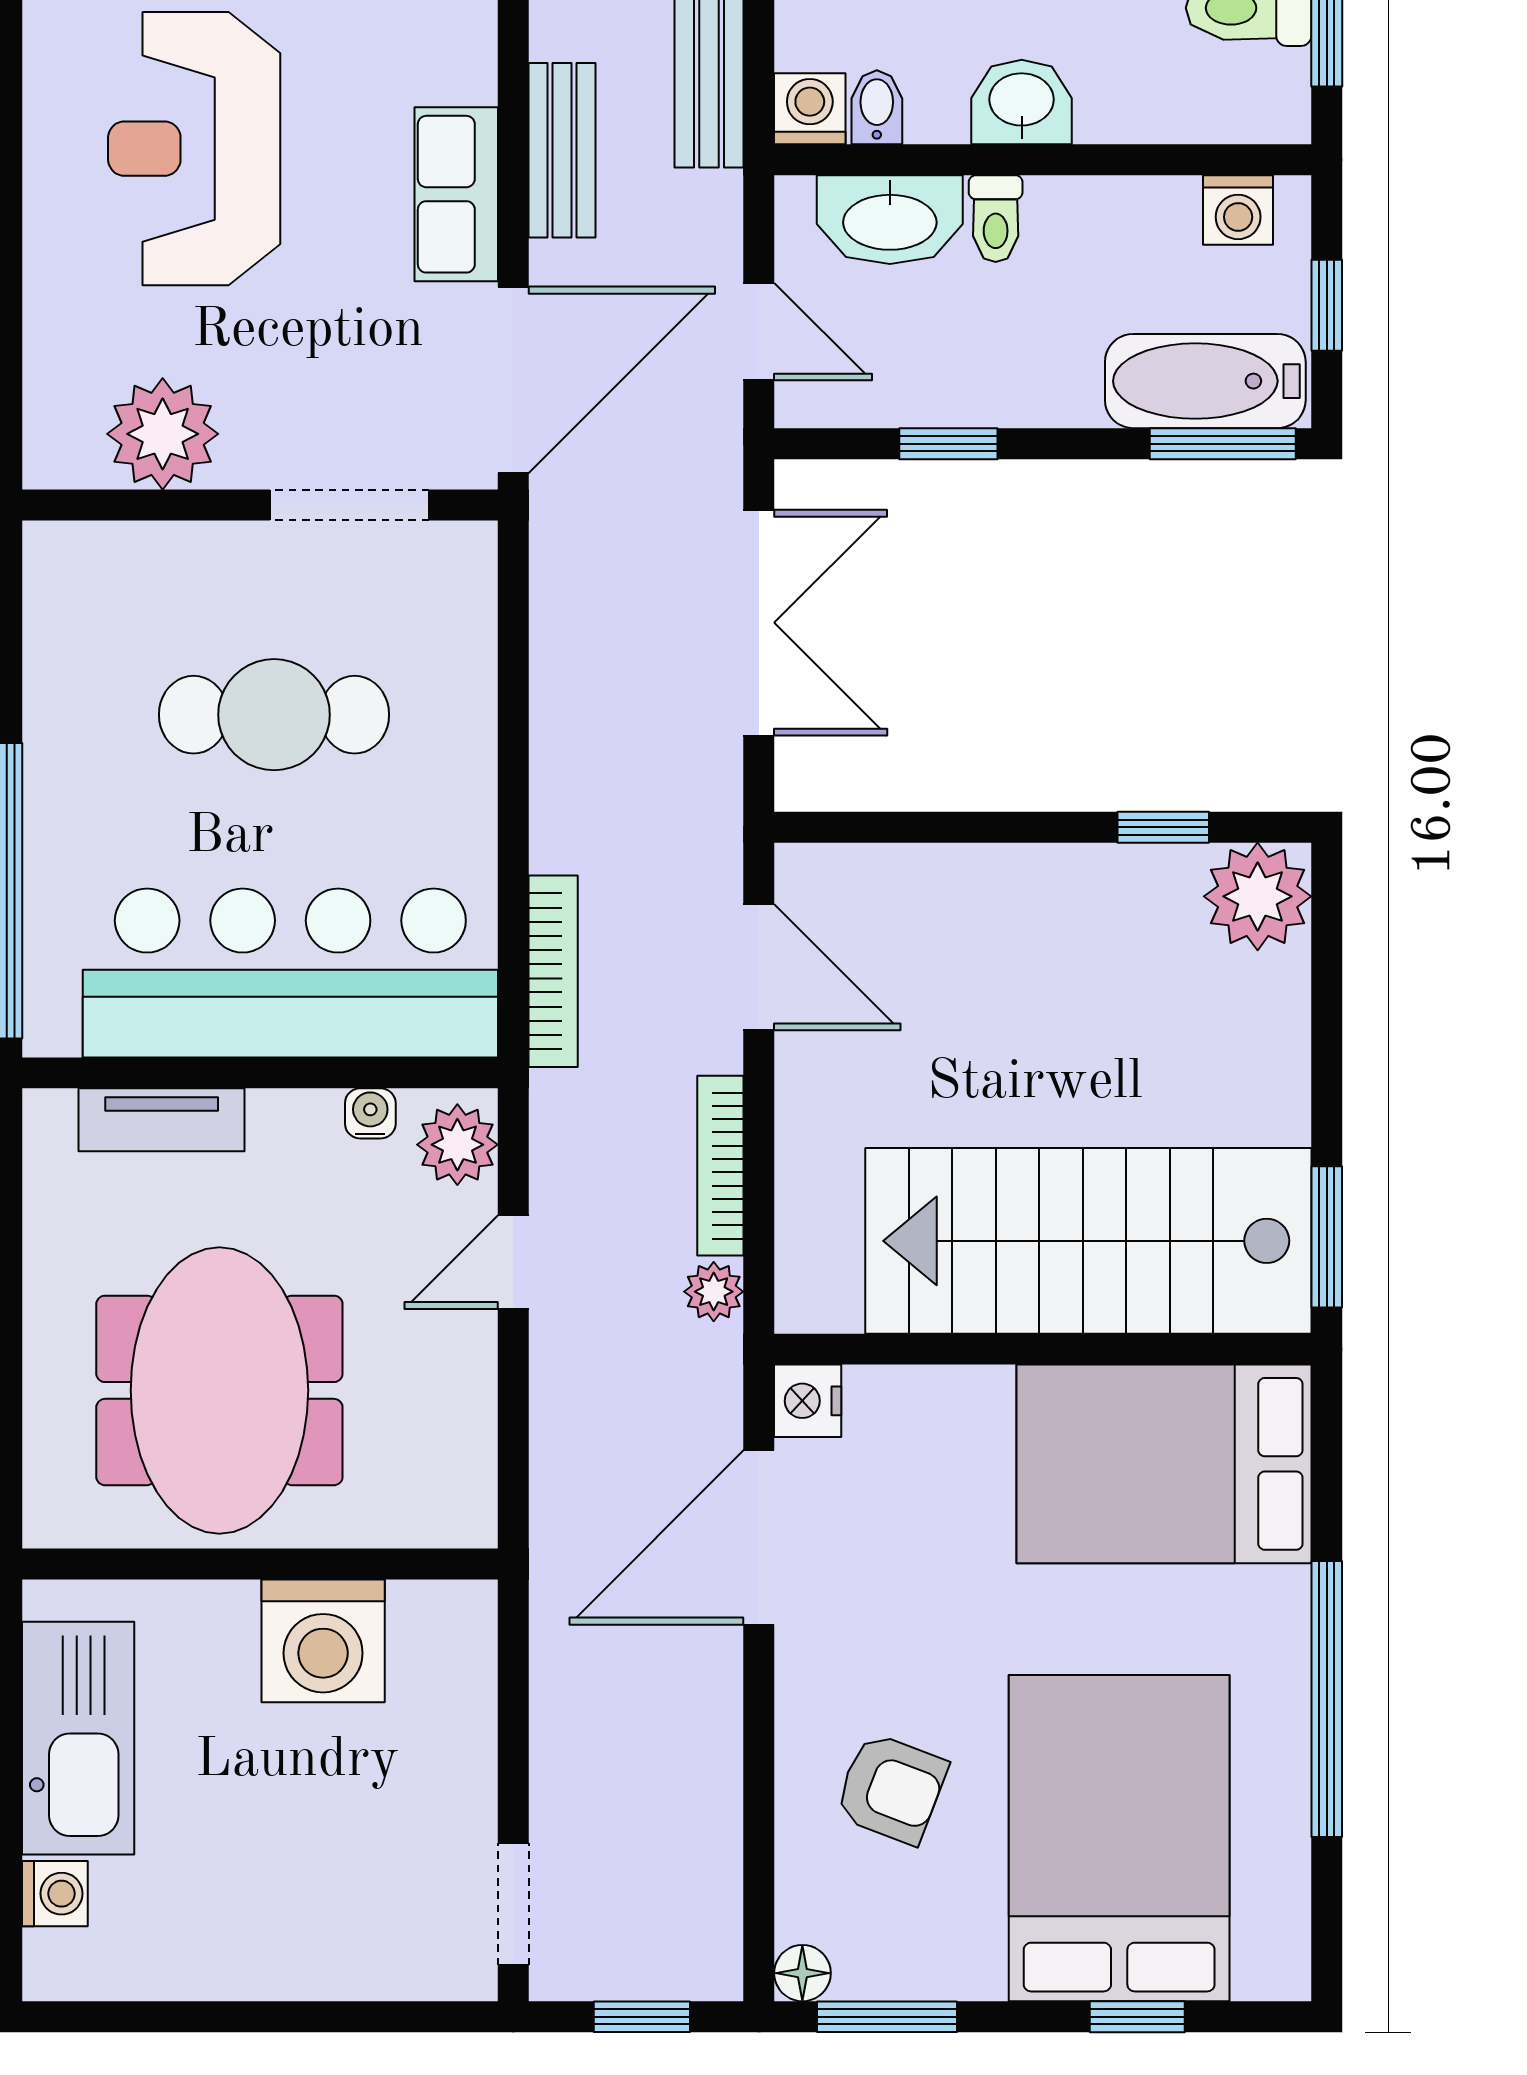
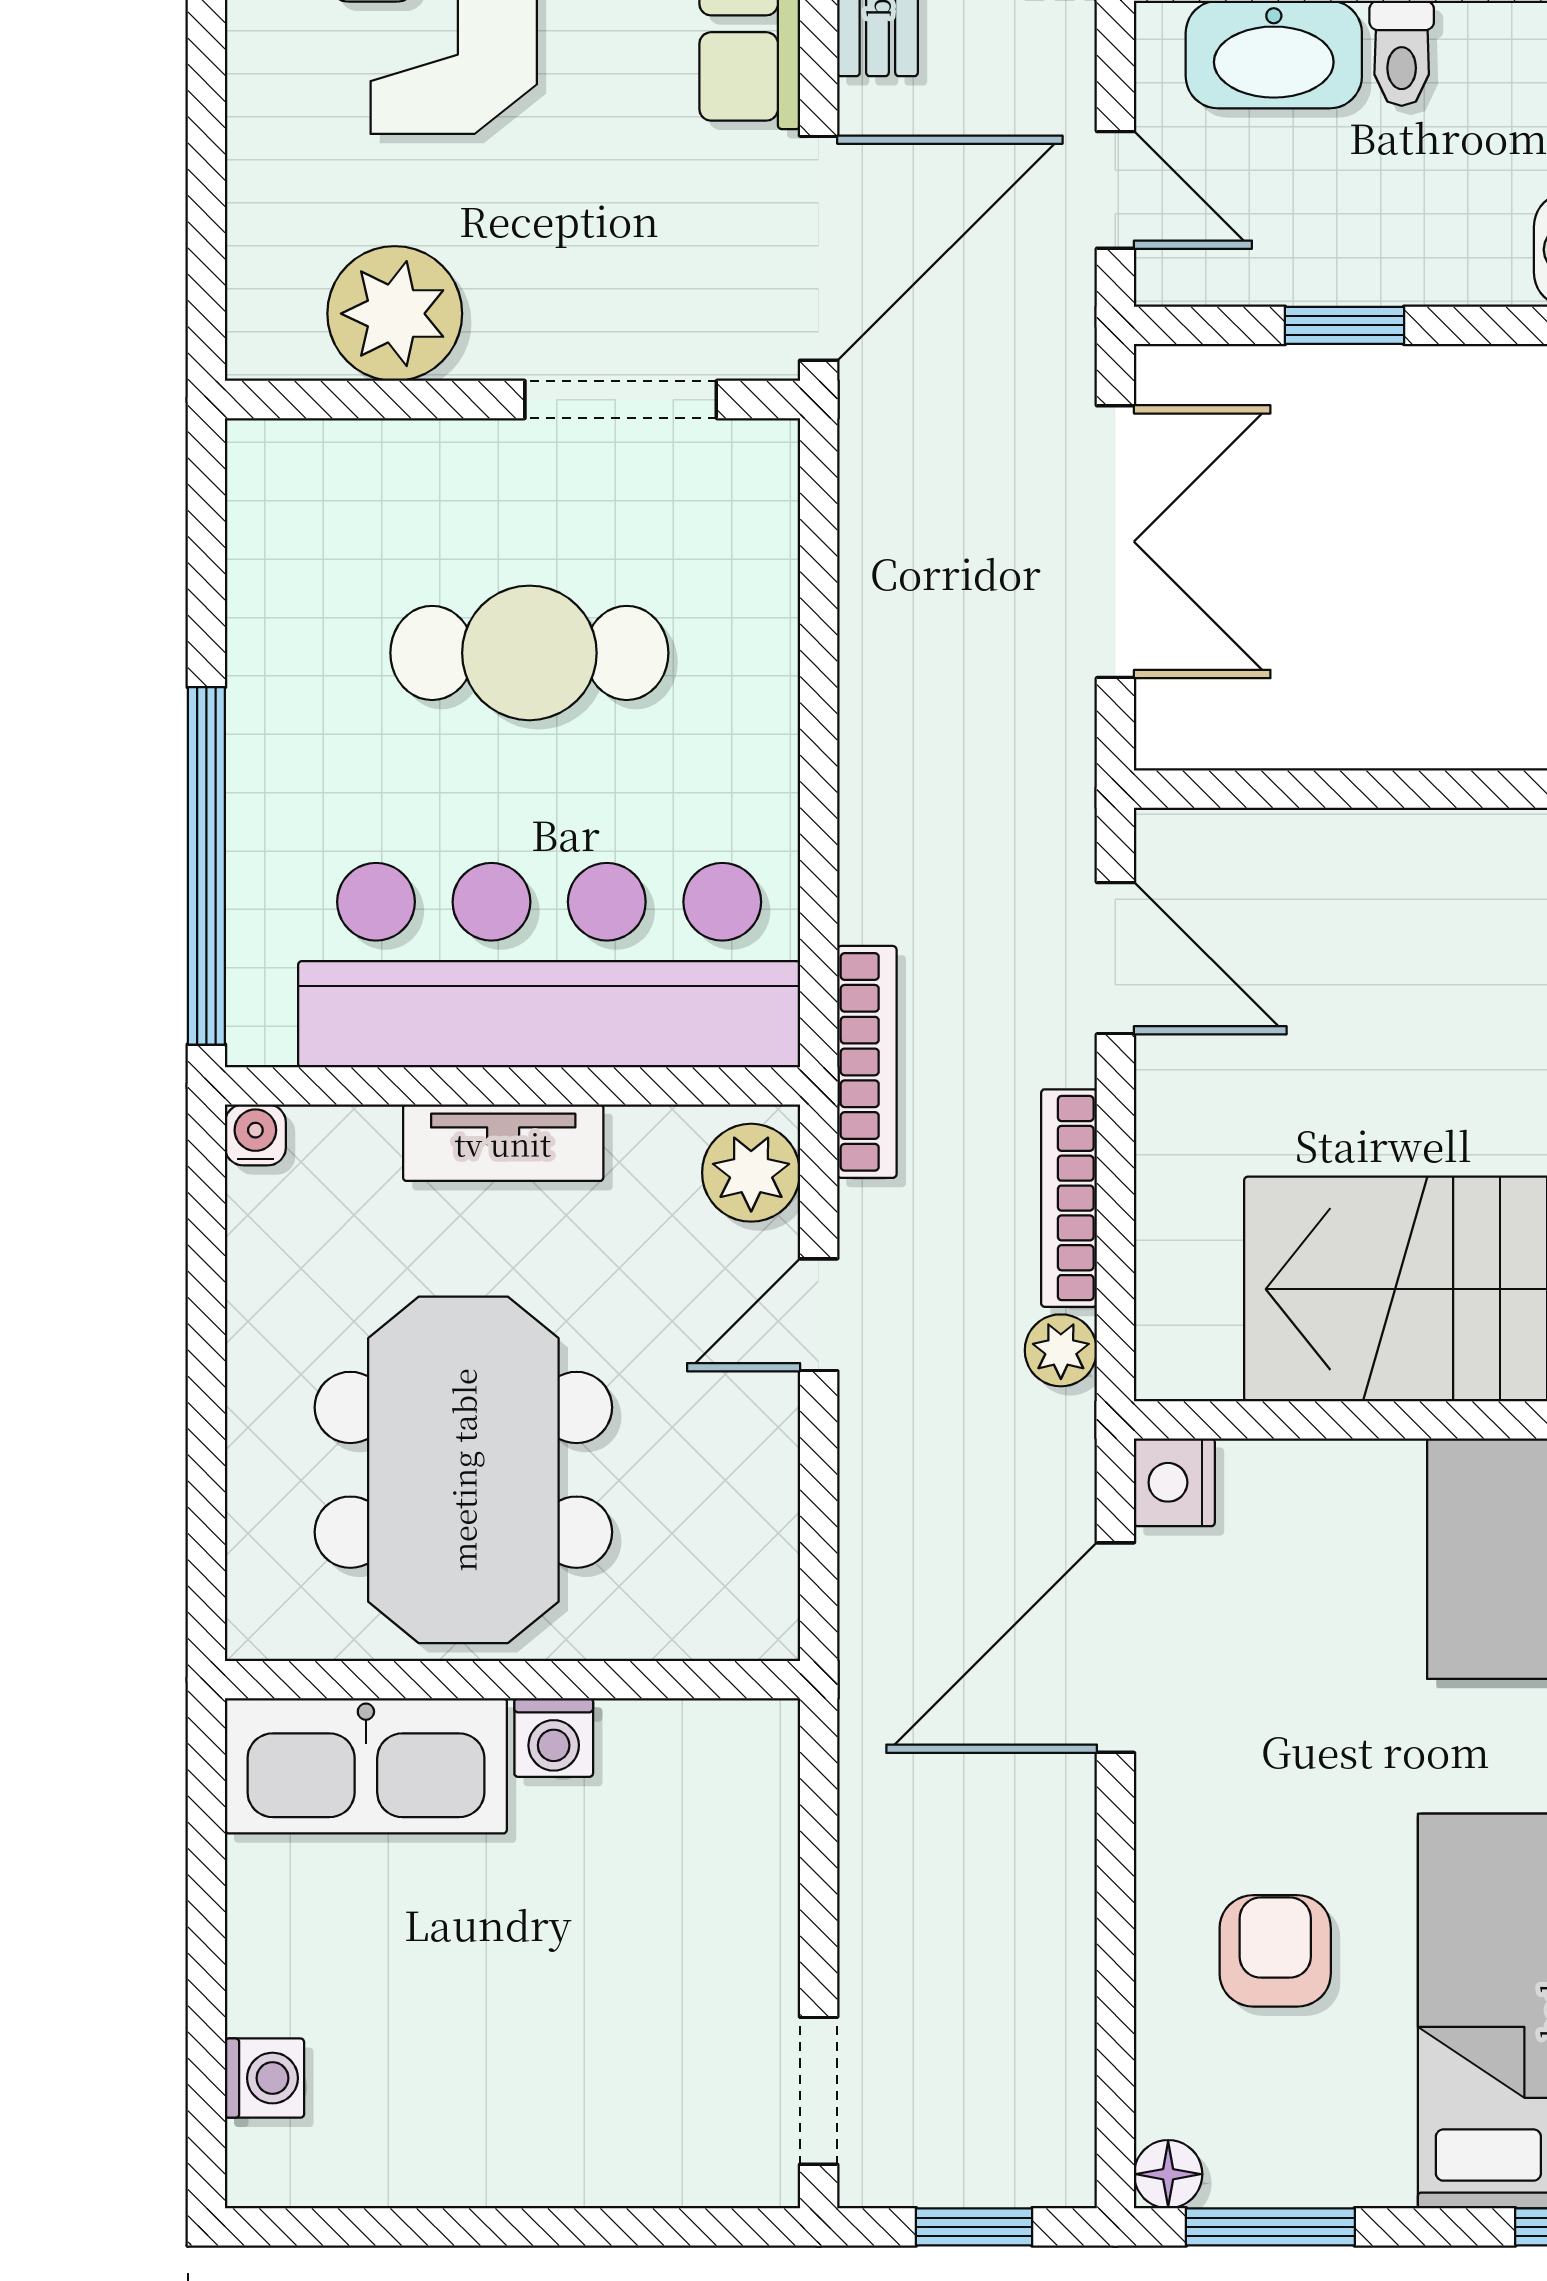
bookcase: (553, 971) -> (867, 1062), moved
water cooler: (370, 1113) -> (255, 1135), moved
tv unit: (162, 1120) -> (503, 1143), moved
washing machine: (323, 1641) -> (554, 1738), width x0.53, depth x0.53
kitchen sink: (78, 1738) -> (366, 1766), moved, turned 90
armchair: (891, 1788) -> (1275, 1951), turned -111

